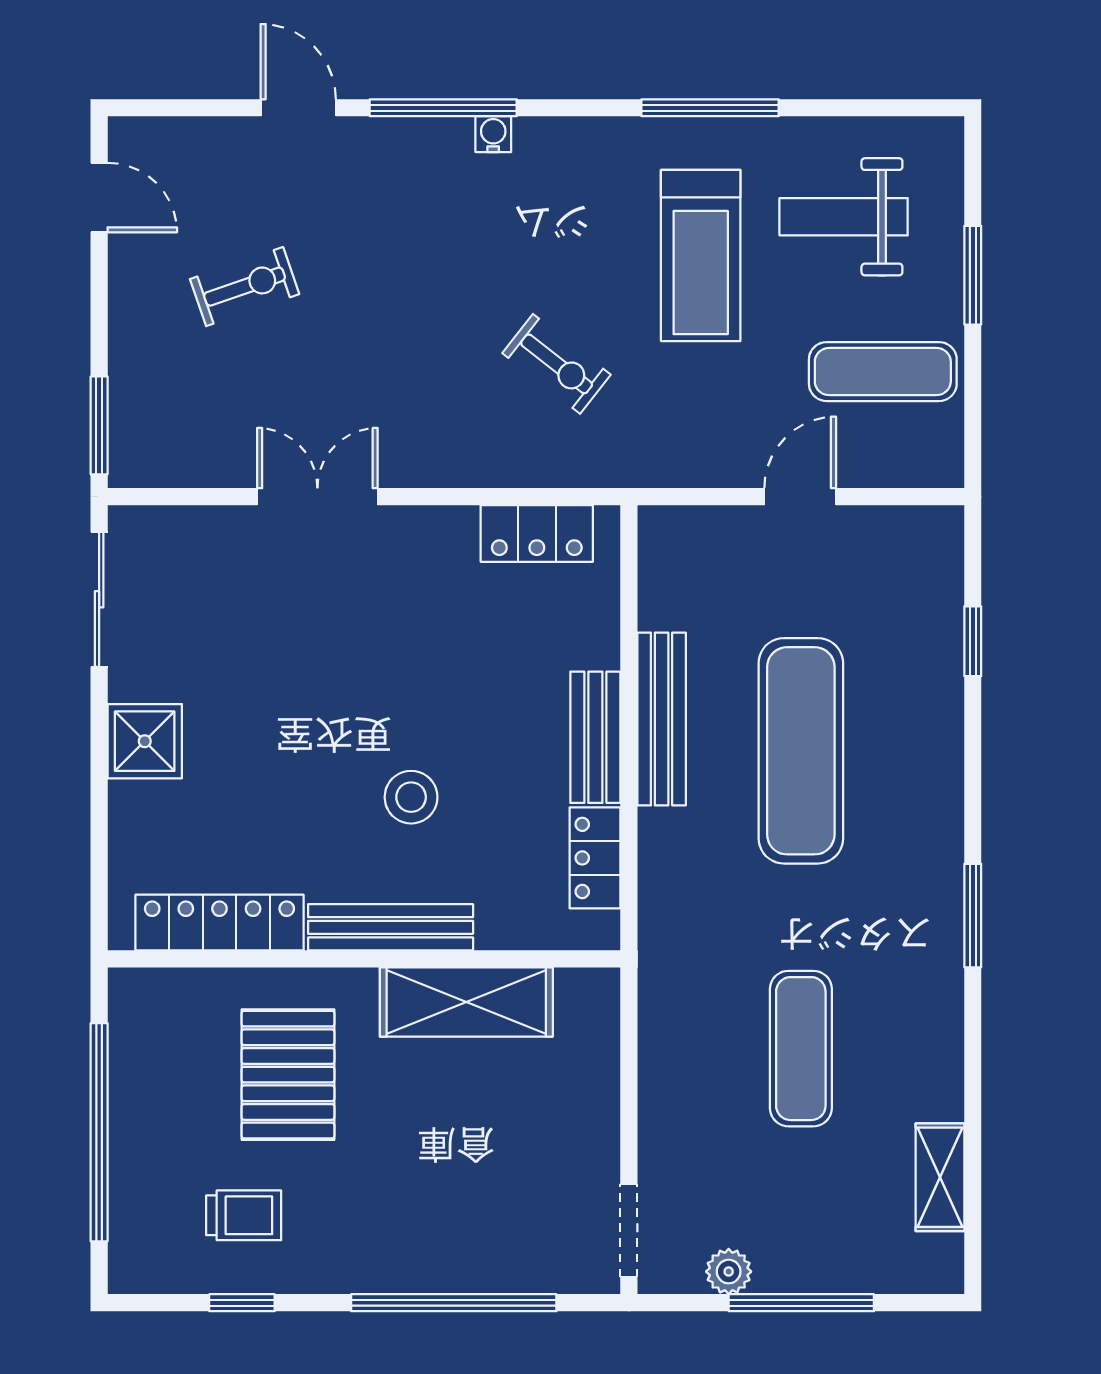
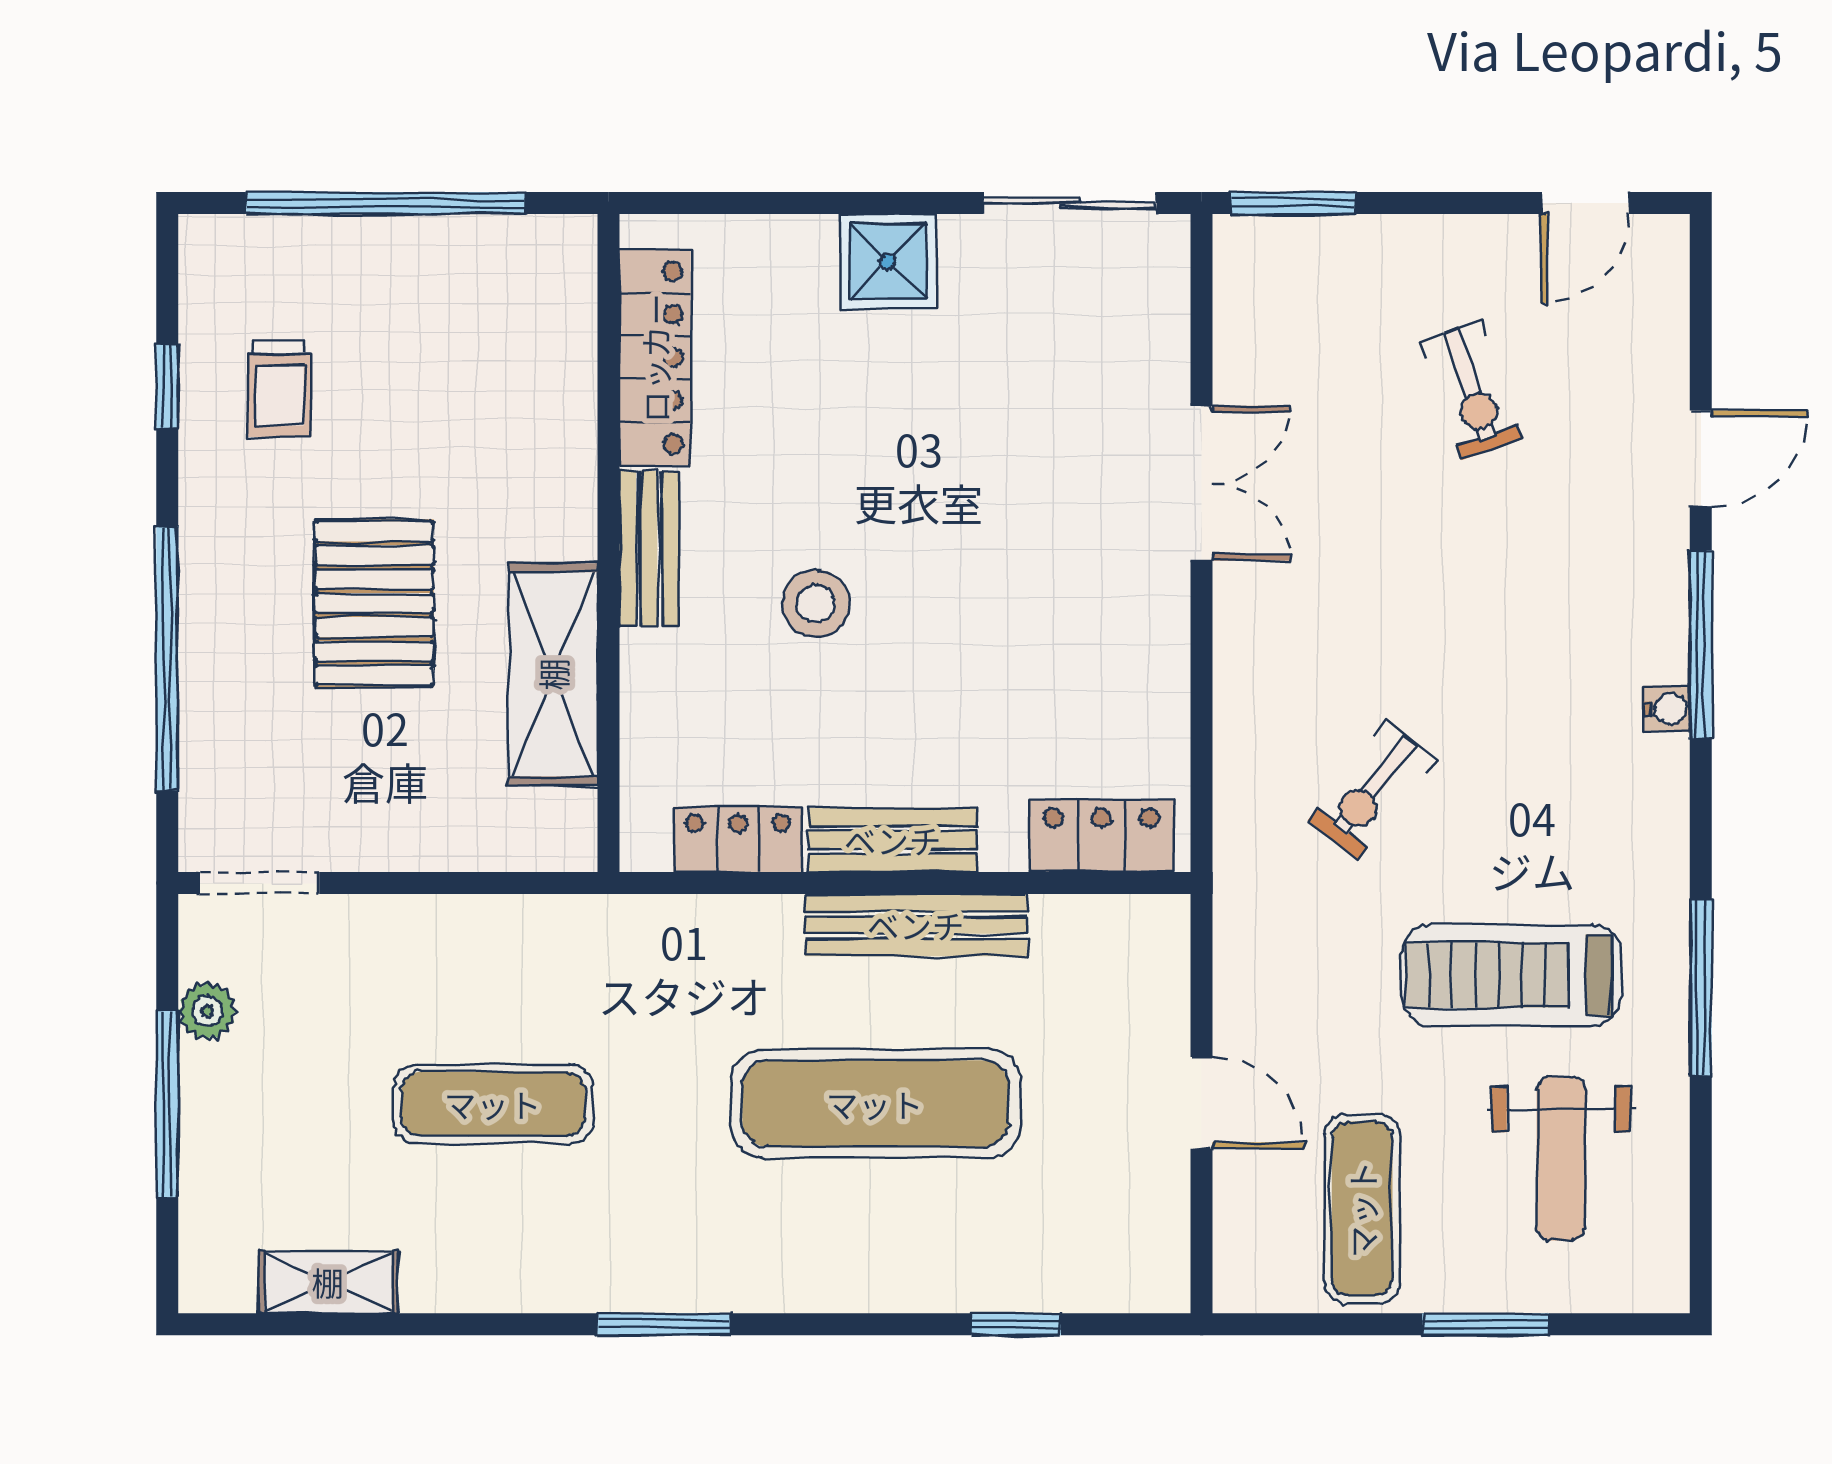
weight bench: (844, 217) -> (1561, 1158), turned 180
locker: (537, 533) -> (1101, 836), moved, turned 90
bench: (391, 927) -> (649, 549), width x0.73
pallet: (288, 1075) -> (374, 603), moved, turned 90

